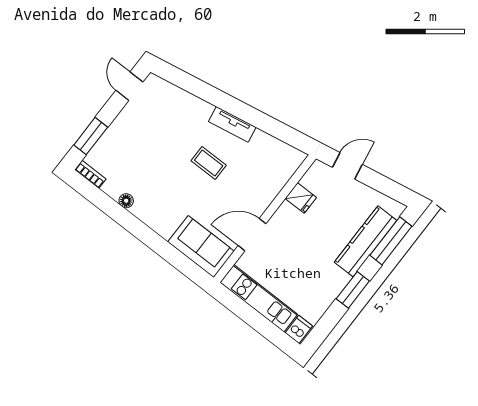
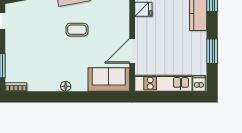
floor lamp: (126, 201) -> (66, 86), moved
window: (353, 290) -> (212, 51), moved

